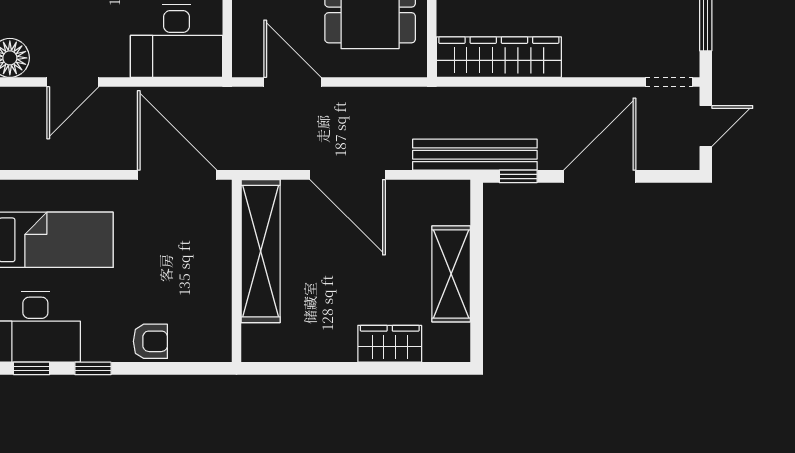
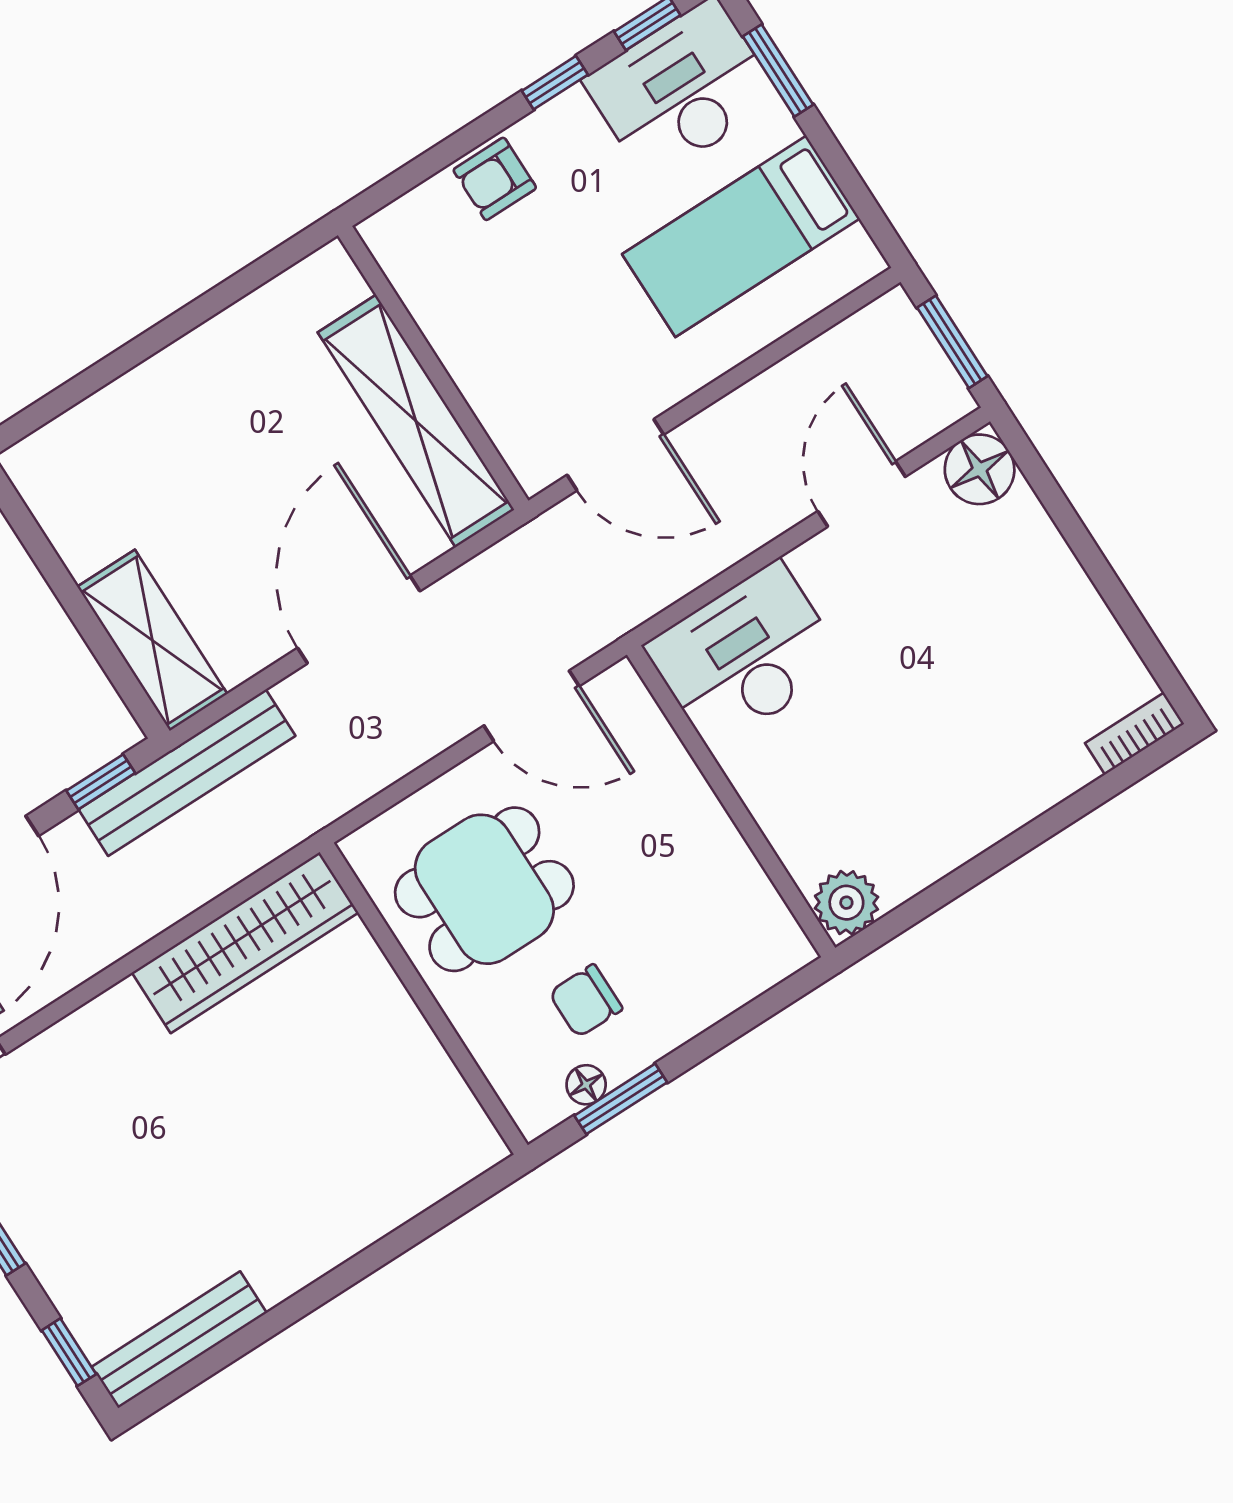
door: (177, 175) -> (615, 455), width x0.73
door: (348, 175) -> (359, 619), hinge flipped
shelving: (451, 274) -> (152, 640), moved
wardrobe: (390, 344) -> (133, 406), removed

